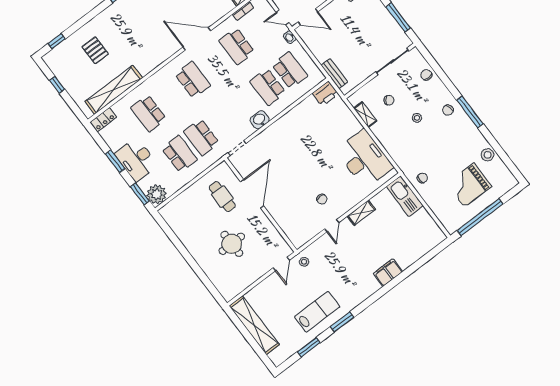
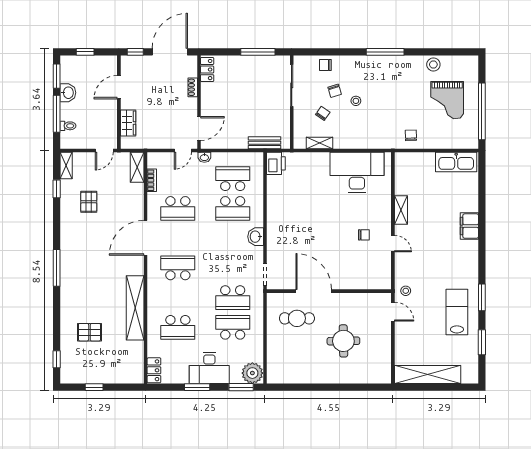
shelving: (114, 90) -> (135, 308), moved
chair: (448, 110) -> (335, 91), moved
kitchen sink: (405, 196) -> (456, 162), moved

